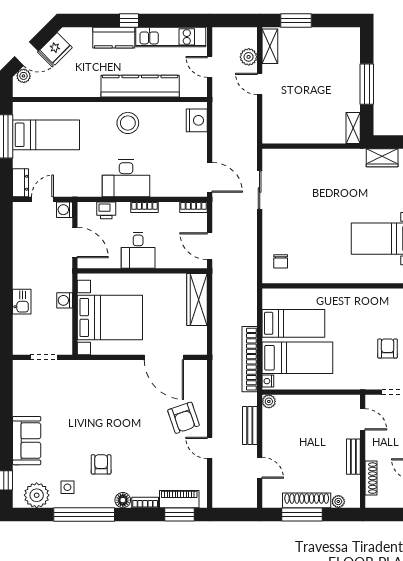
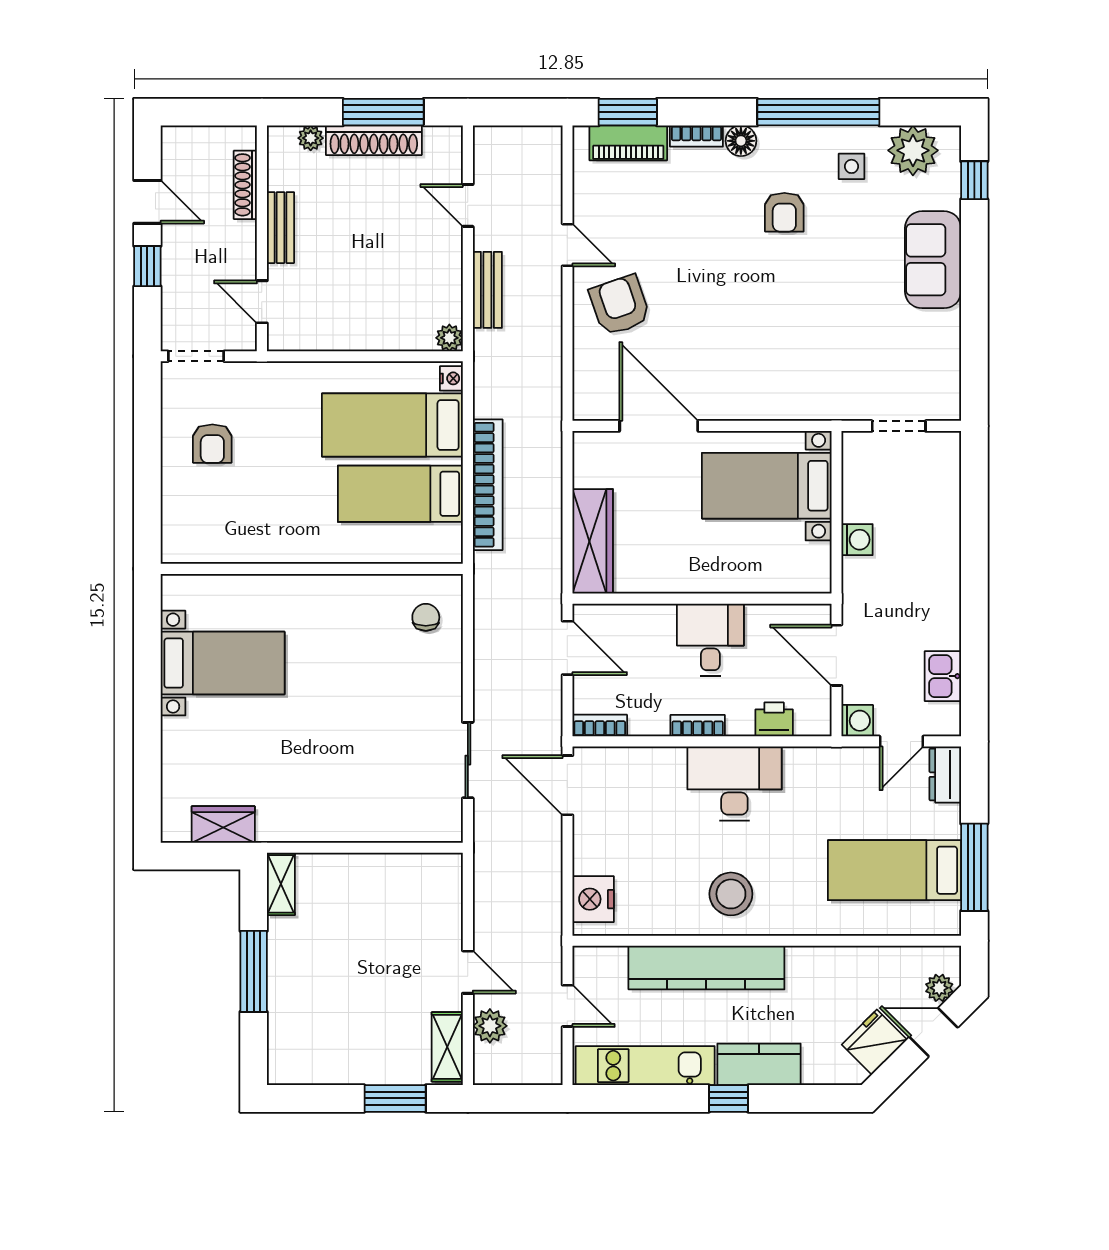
kitchen sink: (22, 302) -> (943, 676), moved
bed with nightstands: (110, 317) -> (767, 486), width x0.73
bookcase: (250, 359) -> (488, 485), moved

